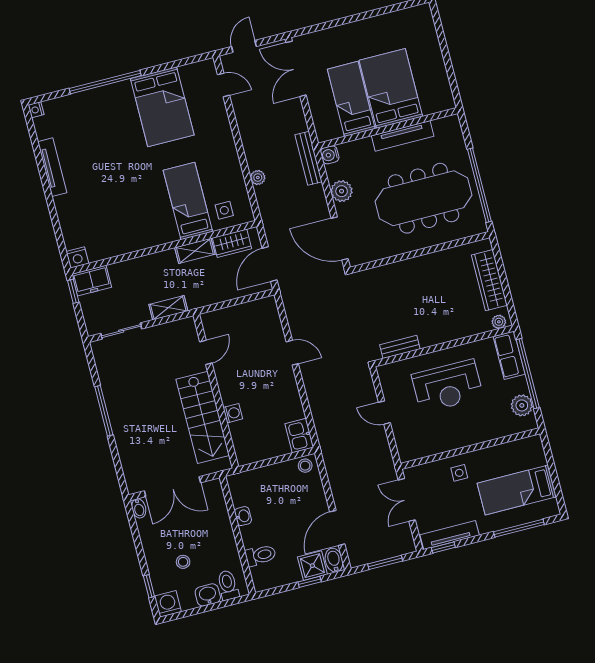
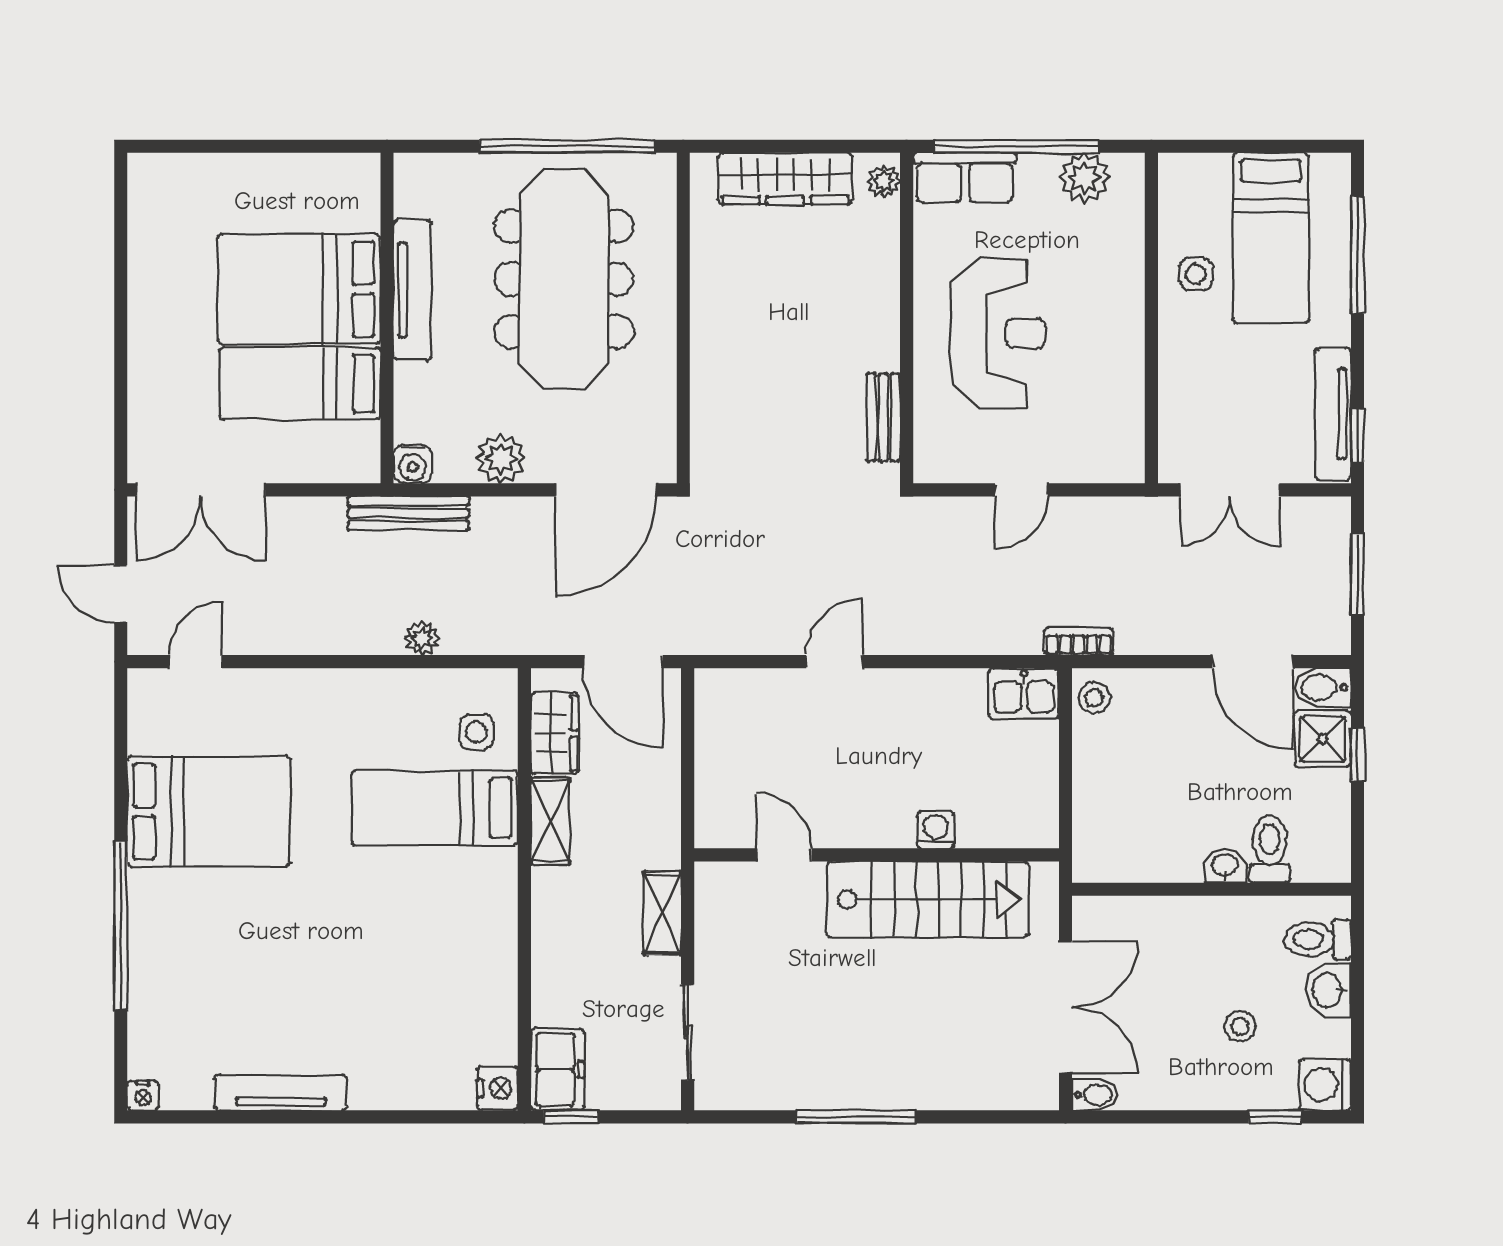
bookcase: (327, 453) -> (1079, 641), added
side table: (459, 473) -> (1196, 274), moved
washbasin: (243, 516) -> (1225, 866), moved

